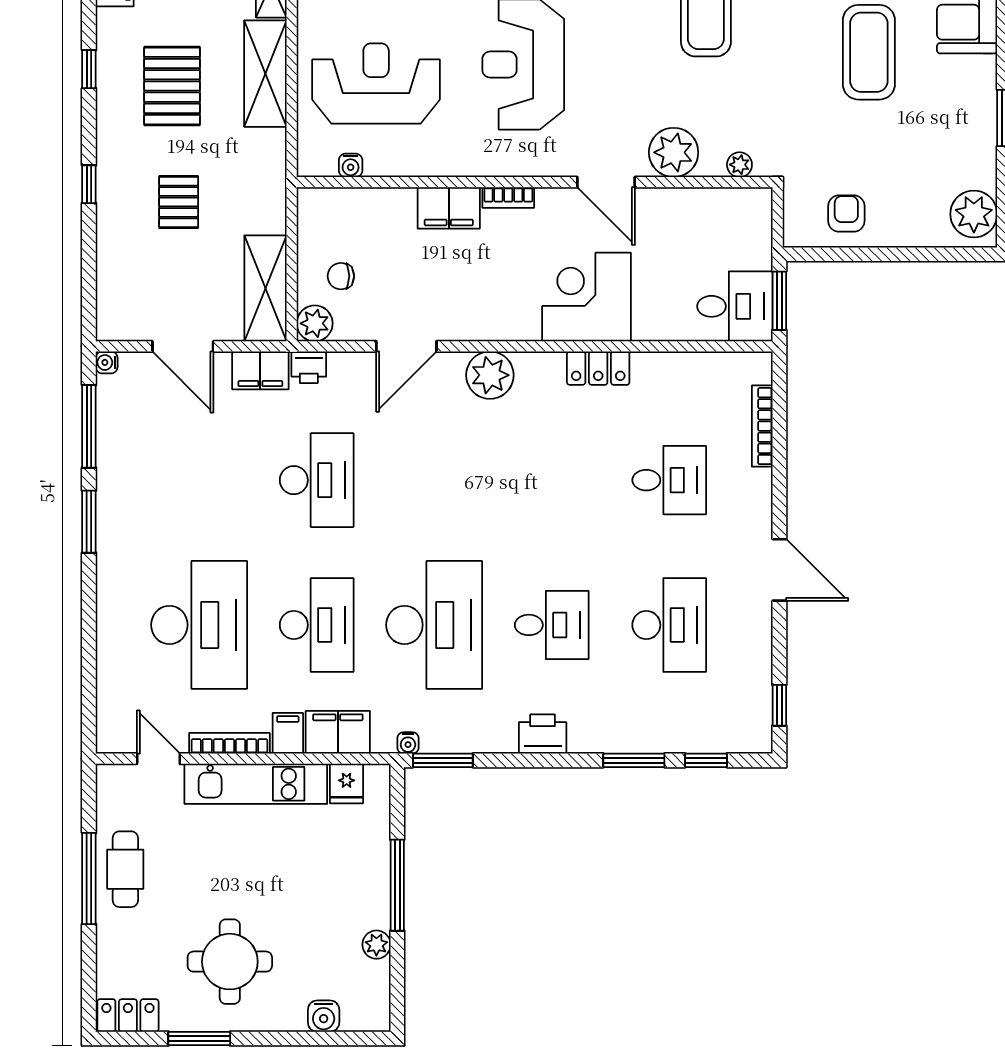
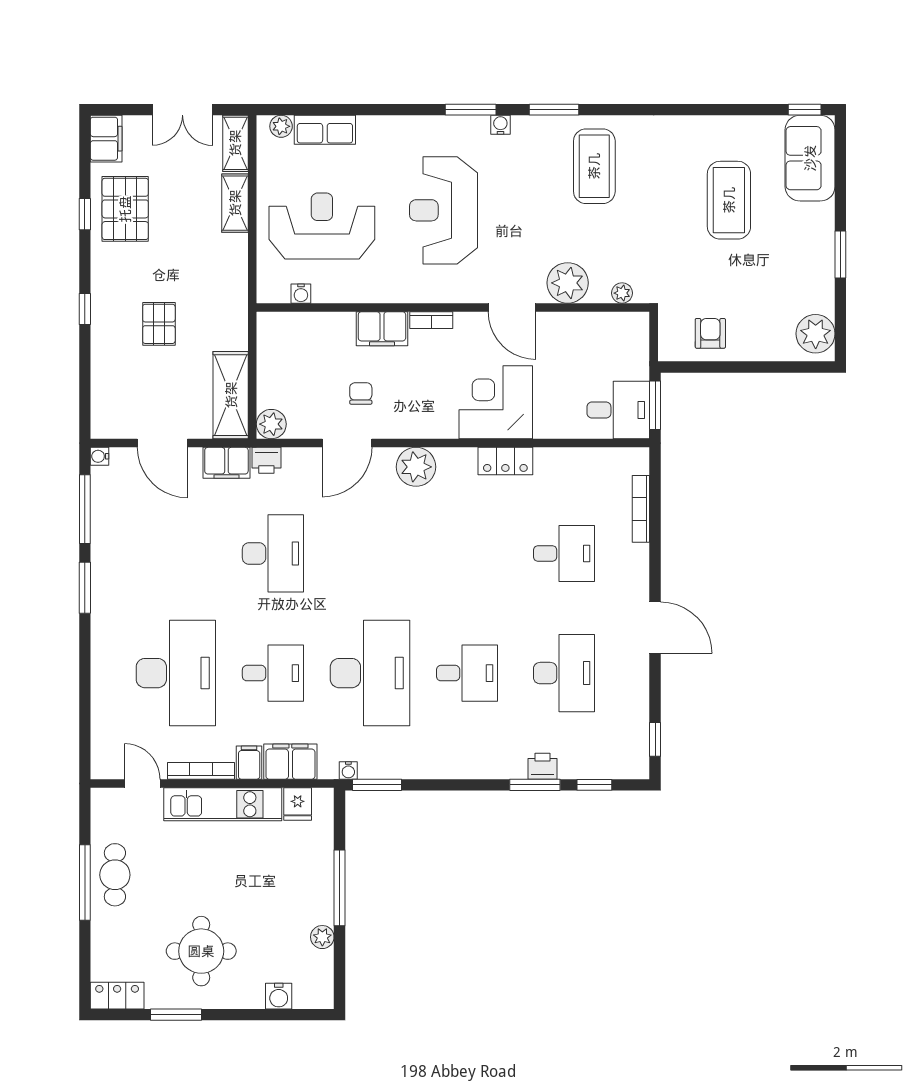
shelving: (265, 74) -> (235, 203), width x0.67, depth x0.75
pallet: (172, 86) -> (125, 209), moved
chair: (341, 276) -> (361, 393), moved, turned 90
desk: (317, 625) -> (273, 673), width x0.73
printer: (543, 734) -> (542, 766), moved, width x0.73, depth x0.81

